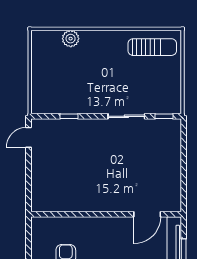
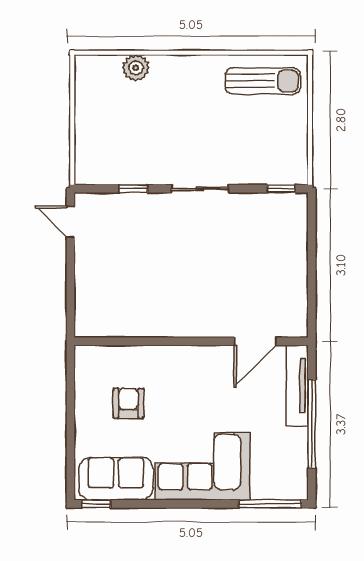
sliding door: (126, 116) -> (200, 189), moved
door: (29, 137) -> (70, 222), hinge flipped

